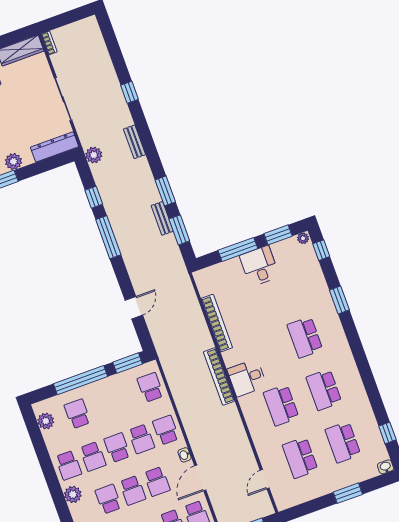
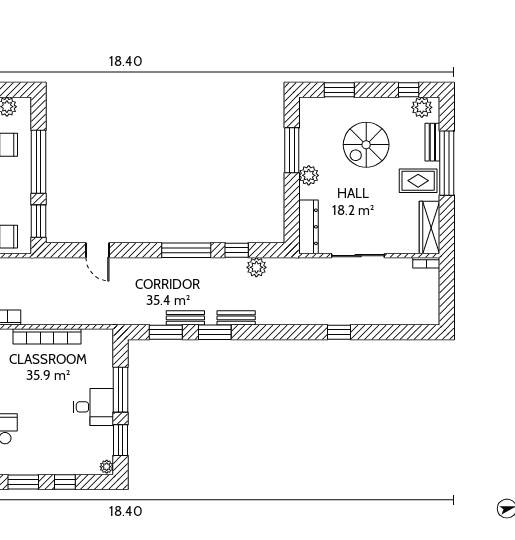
bench: (135, 142) -> (236, 318), moved
plant: (94, 155) -> (256, 267), moved
window: (321, 250) -> (65, 482), moved

